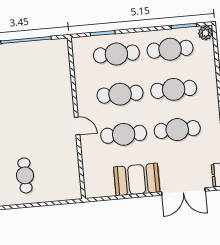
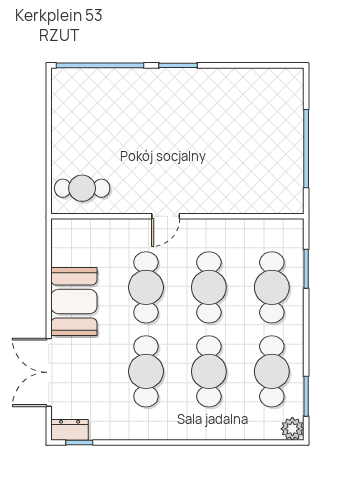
cafe table: (25, 175) -> (82, 188), moved

